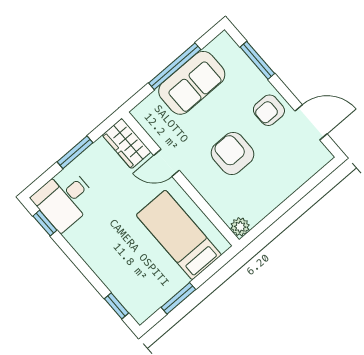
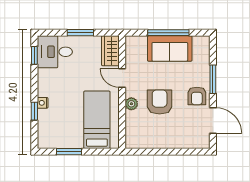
window: (257, 60) -> (213, 79), moved
armchair: (269, 110) -> (197, 96), turned -90
plant: (240, 227) -> (131, 104), moved
nightstand: (101, 269) -> (43, 103), added
window: (117, 306) -> (34, 111), moved

